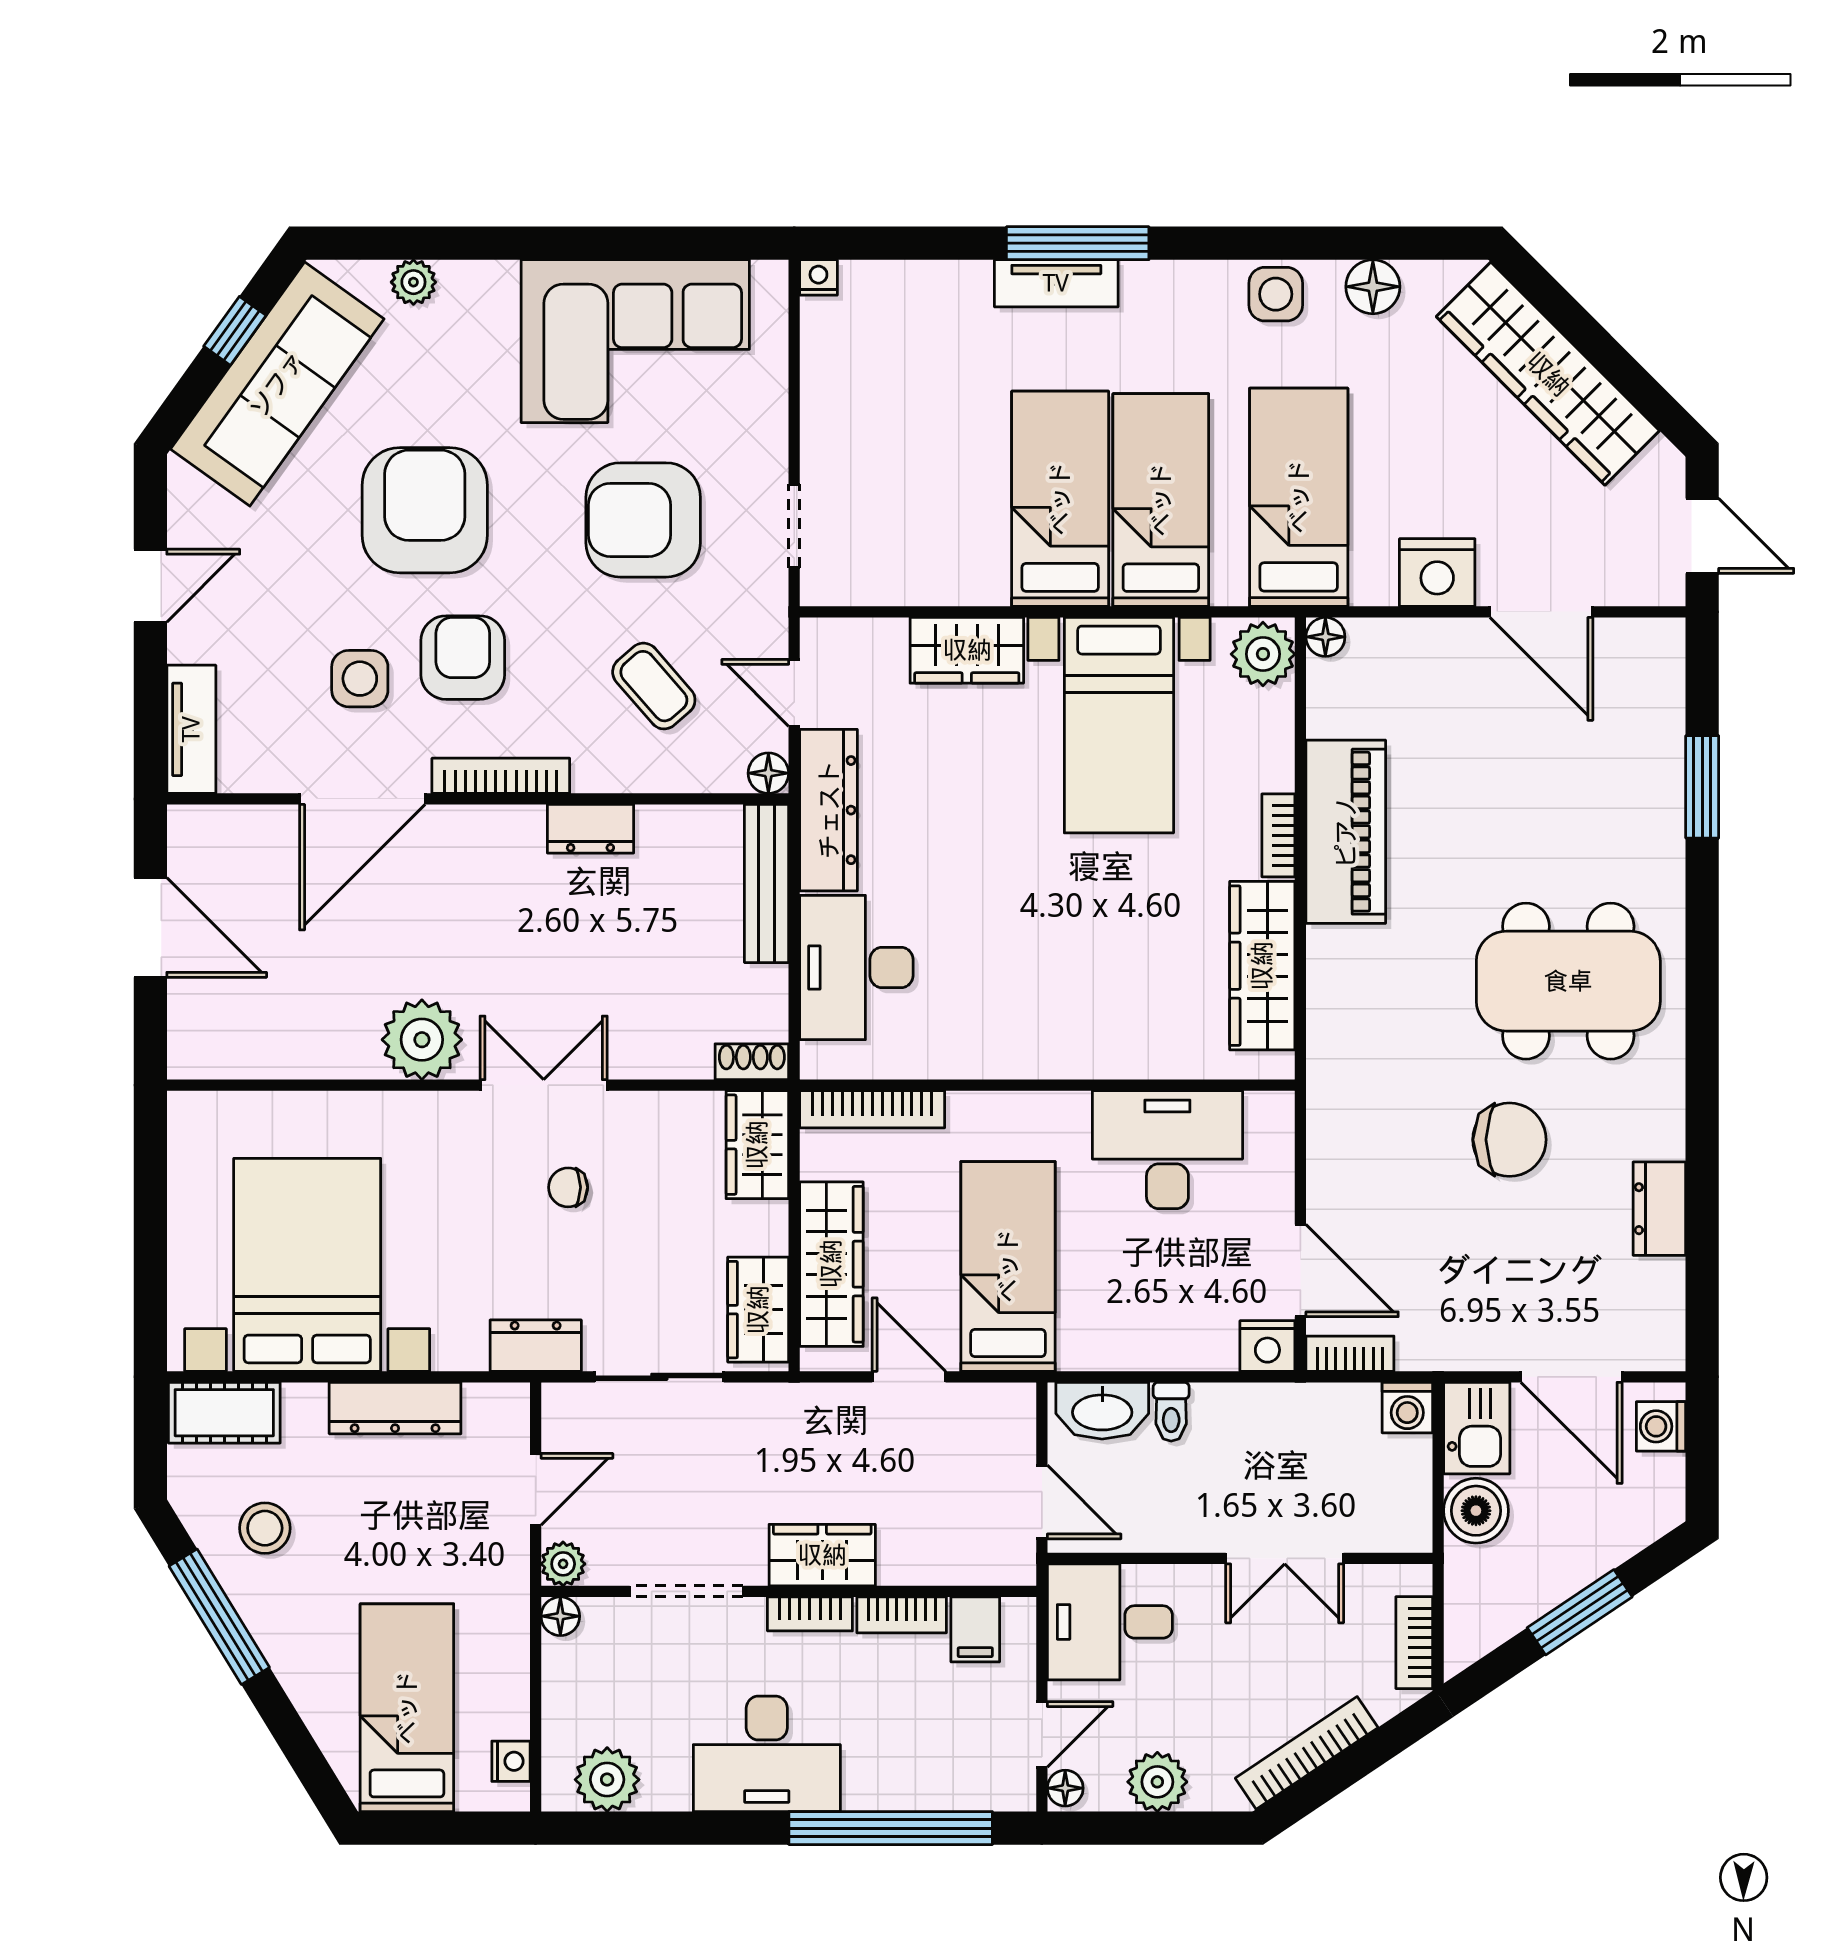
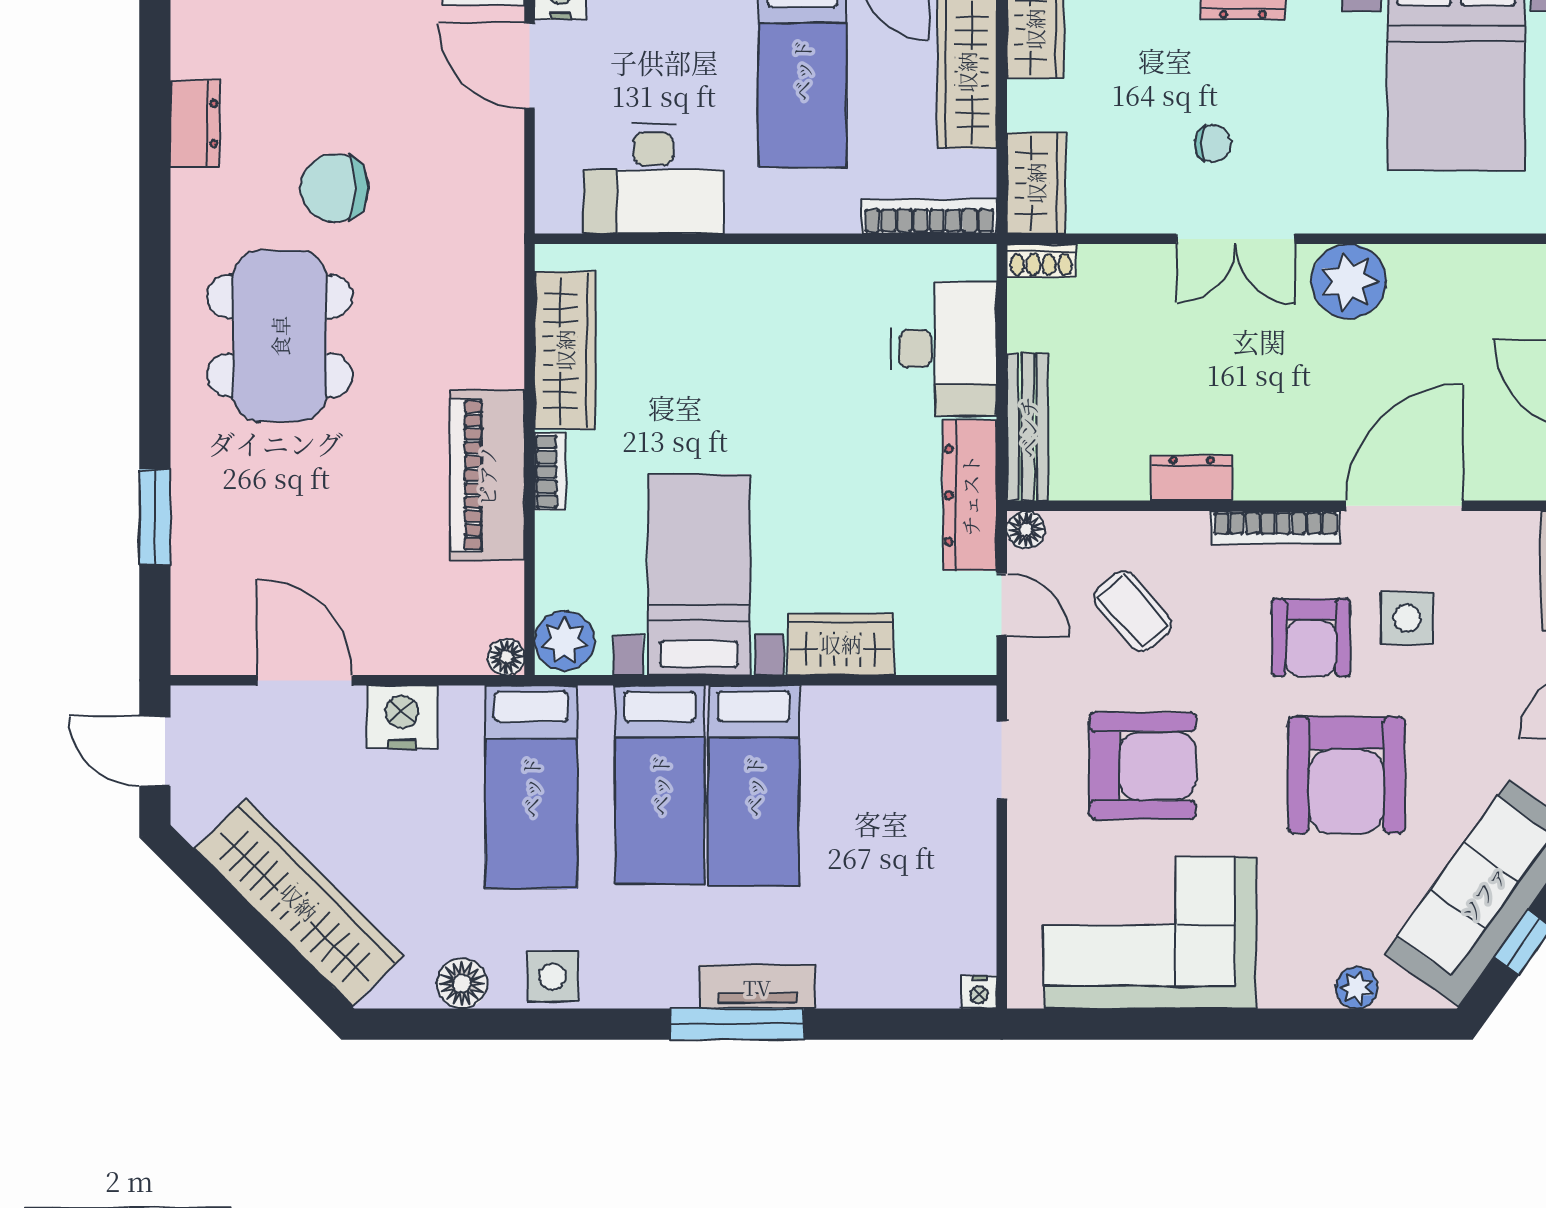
dining table: (1568, 981) -> (280, 336), turned 90

